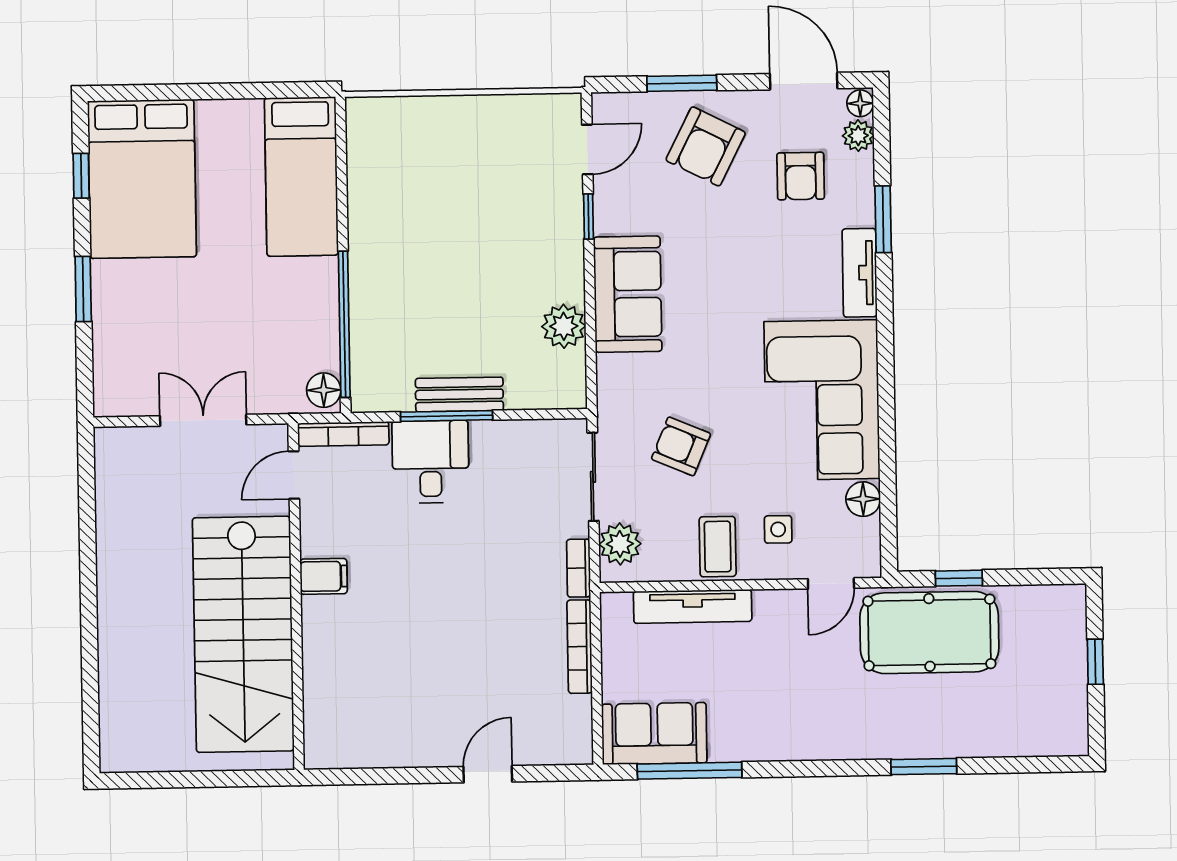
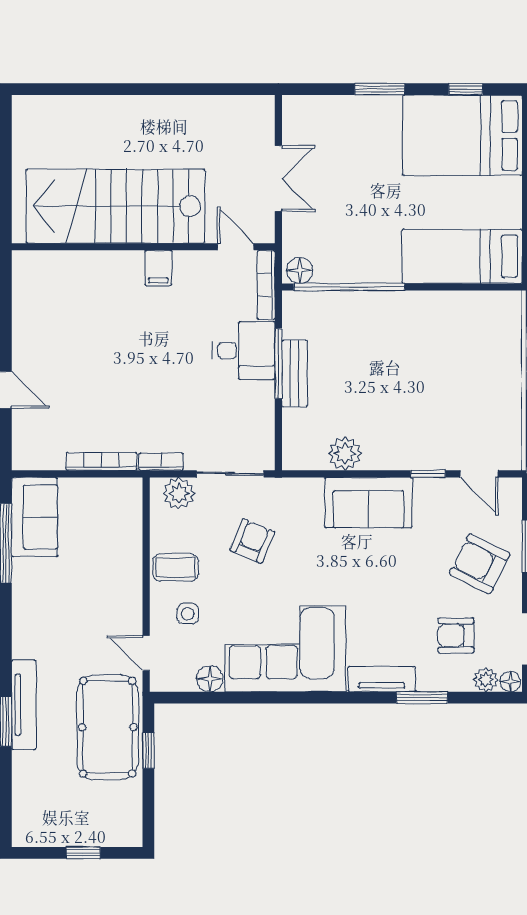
tv unit: (693, 606) -> (24, 705), moved, turned 180

